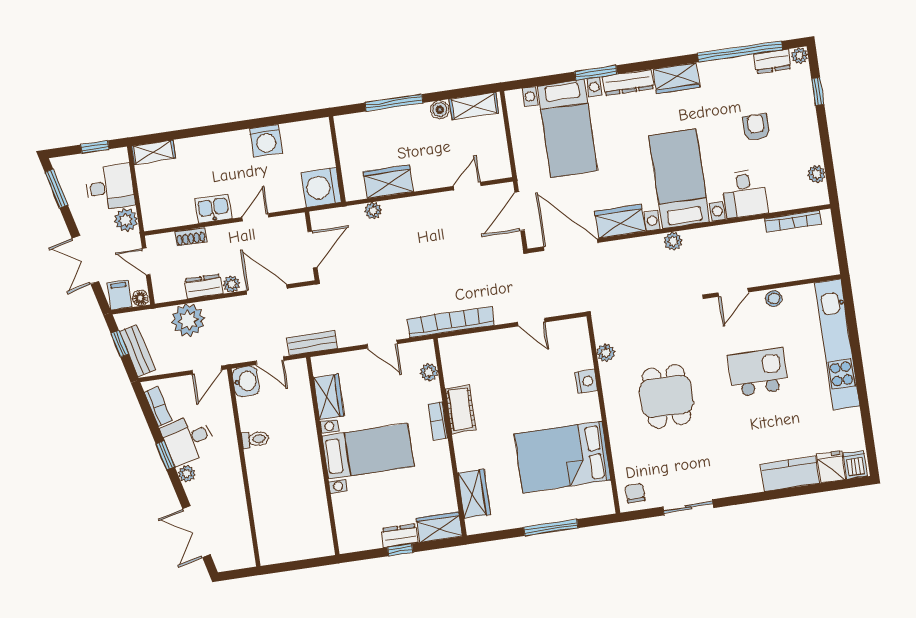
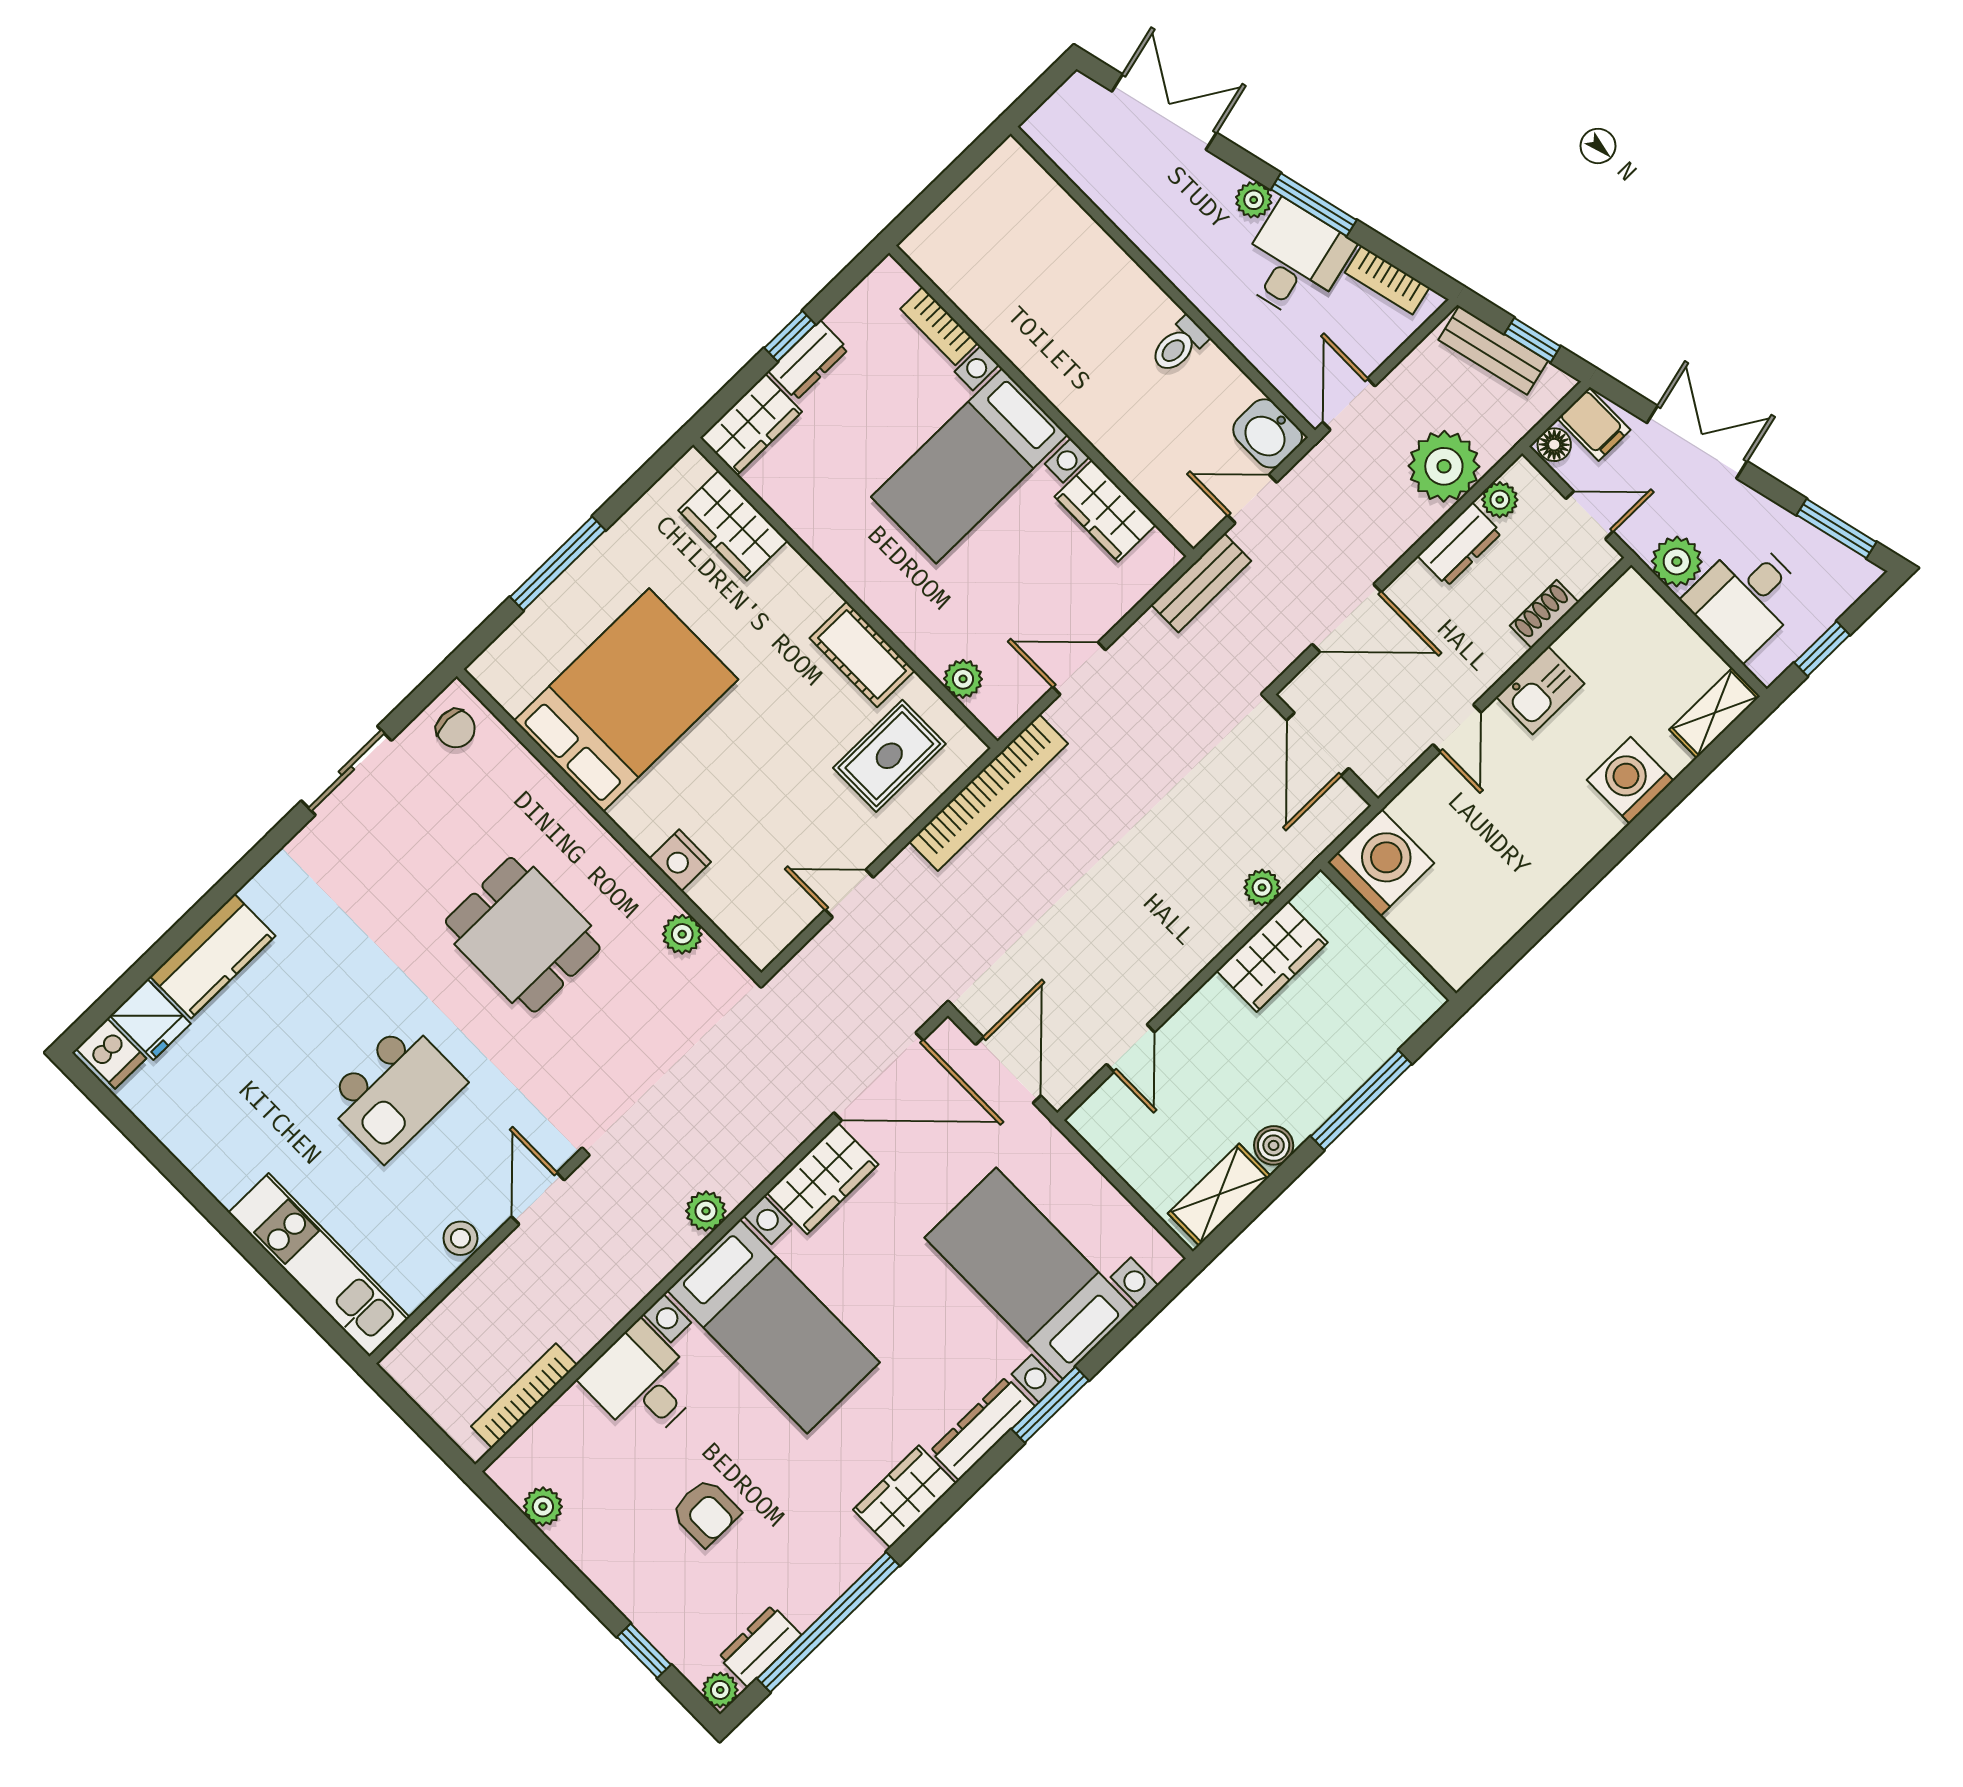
washing machine: (266, 141) -> (1630, 780), moved
plant: (232, 284) -> (1500, 500), moved
kitchen unit: (837, 344) -> (319, 1265), width x0.73
rug: (478, 363) -> (889, 756), added
bookcase: (438, 421) -> (939, 326), moved, turned 180
window: (165, 455) -> (1314, 205), width x1.50

